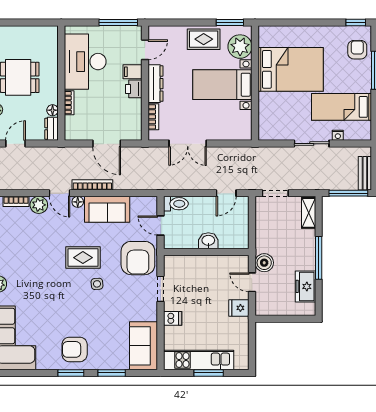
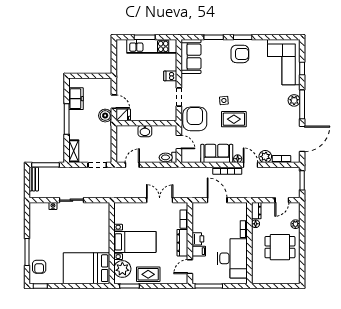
bed: (291, 69) -> (86, 268), moved
bed: (341, 107) -> (50, 226), removed
fridge: (239, 308) -> (123, 115), moved

